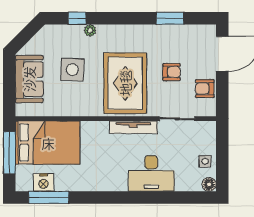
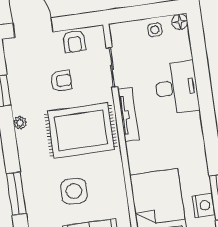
window: (77, 18) -> (16, 194), width x2.17
plant: (90, 30) -> (20, 123), moved
armchair: (171, 72) -> (61, 81), turned 90

